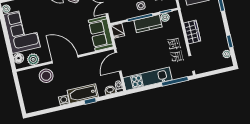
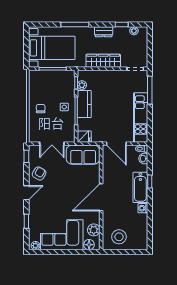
dresser: (219, 26) -> (104, 32), added
wardrobe: (192, 32) -> (103, 61), width x1.50
stool: (46, 76) -> (119, 237), moved

